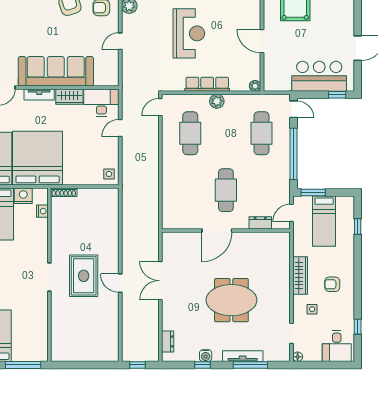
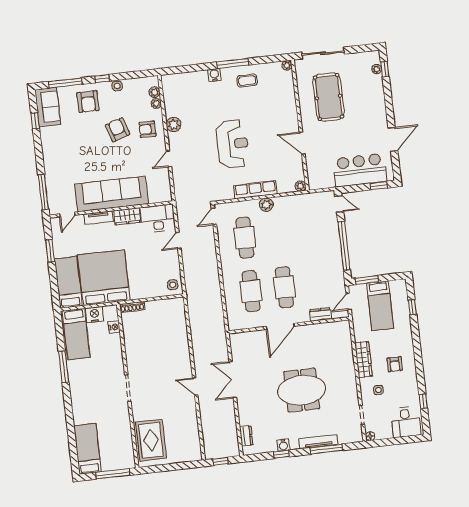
cafe table: (261, 133) -> (251, 291), moved
rug: (84, 276) -> (151, 440), moved
armchair: (332, 284) -> (395, 364), turned -90

